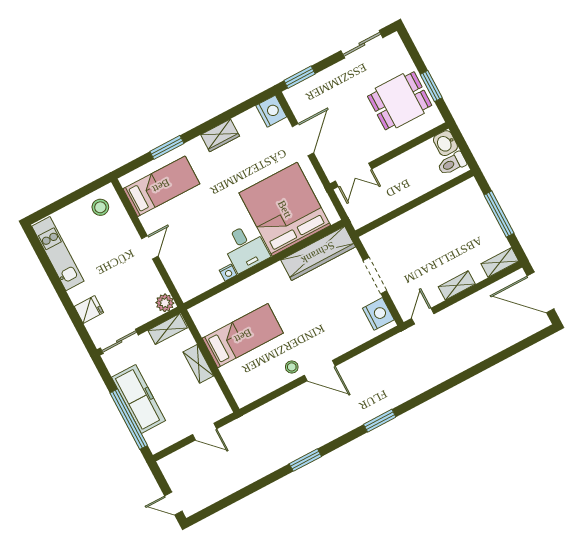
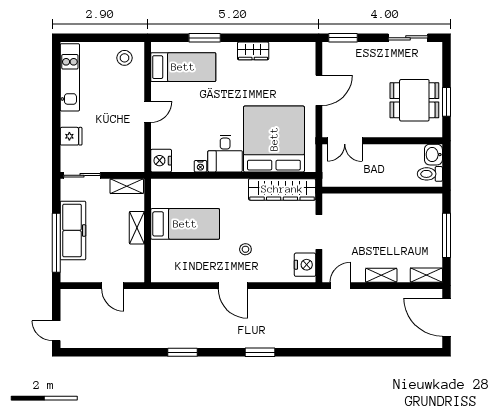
nightstand: (271, 111) -> (161, 161), moved, turned 180
plant: (165, 303) -> (136, 164), removed
stool: (292, 367) -> (245, 249), moved

